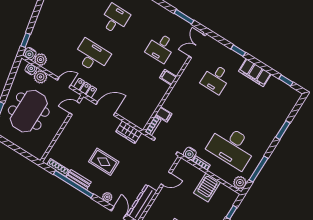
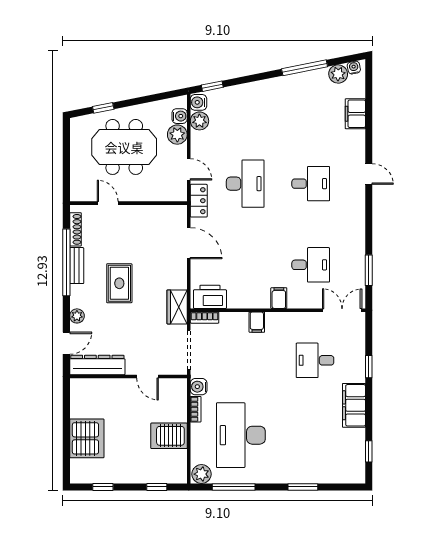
desk: (161, 48) -> (311, 265), turned 180
door: (75, 108) -> (108, 203), moved
filing cabinet: (164, 114) -> (257, 322), moved
printer: (143, 116) -> (210, 297), added
wardrobe: (129, 132) -> (177, 307), moved

